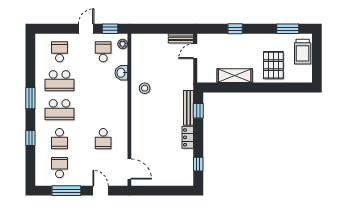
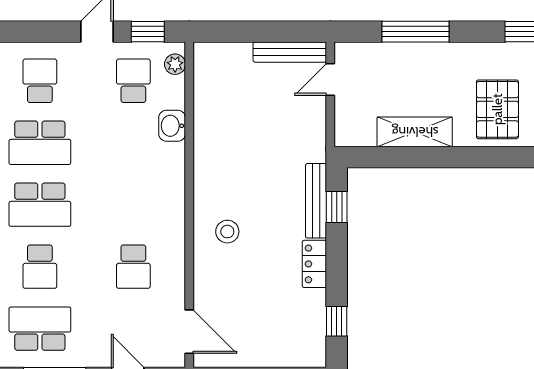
window: (235, 29) -> (415, 32), width x2.17
bench: (181, 38) -> (290, 52), width x1.36
stool: (145, 88) -> (227, 232), moved
school desk: (59, 168) -> (40, 329), width x1.85

